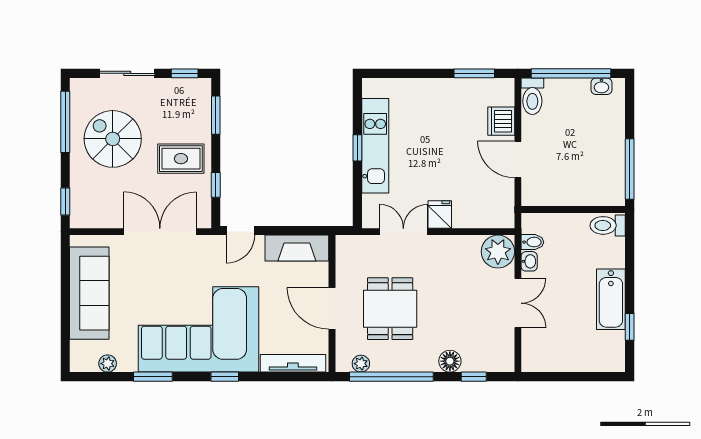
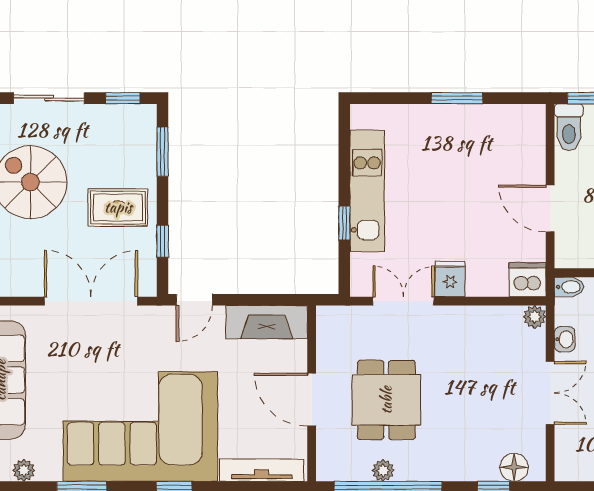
window: (474, 73) -> (457, 98), moved
dishwasher: (501, 121) -> (528, 280), moved, turned 90
window: (357, 148) -> (344, 223), moved
bidet: (532, 242) -> (569, 287), moved
plant: (498, 252) -> (535, 317), width x0.53, depth x0.53
floor lamp: (450, 361) -> (514, 467), moved
plant: (361, 364) -> (383, 470), moved

